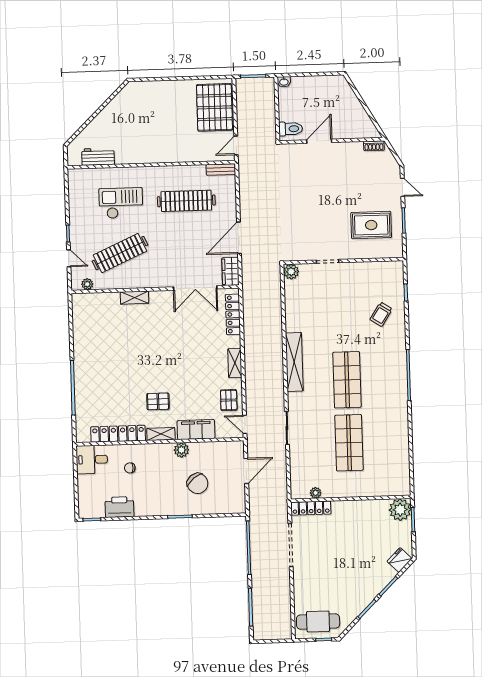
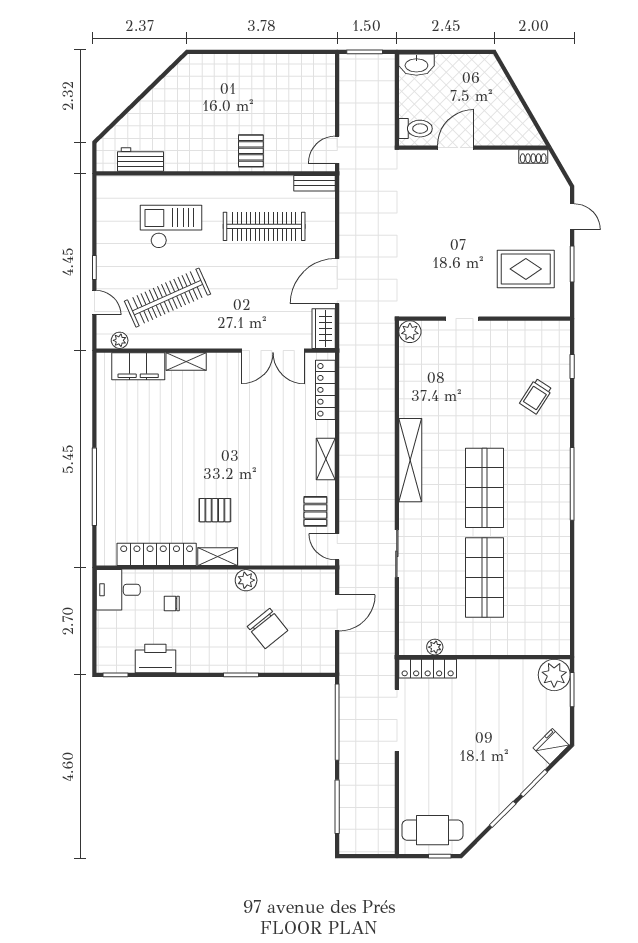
washbasin: (284, 82) -> (416, 65), width x1.91, depth x1.45
pallet: (214, 107) -> (251, 151), moved, width x0.49, depth x0.50
filing cabinet: (196, 430) -> (138, 366), moved, turned 180

